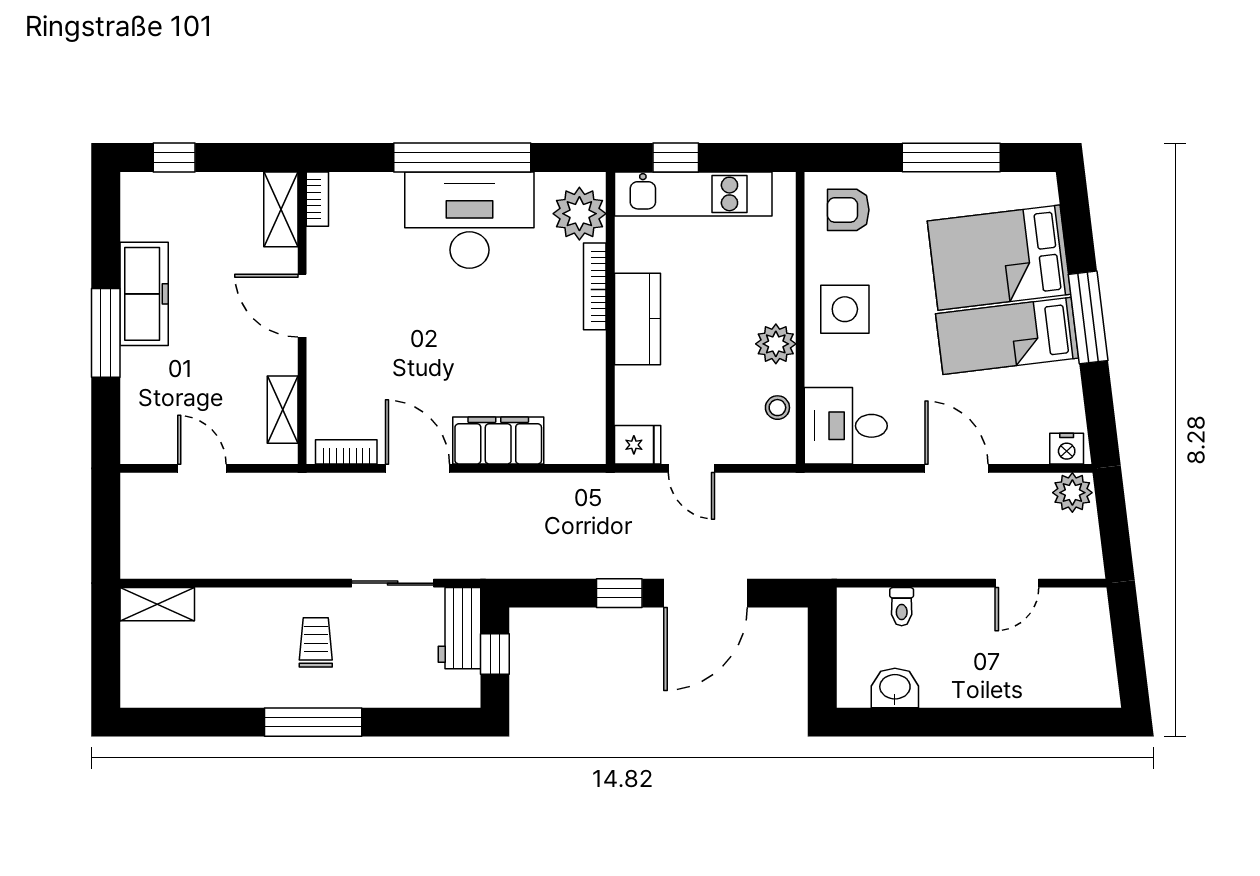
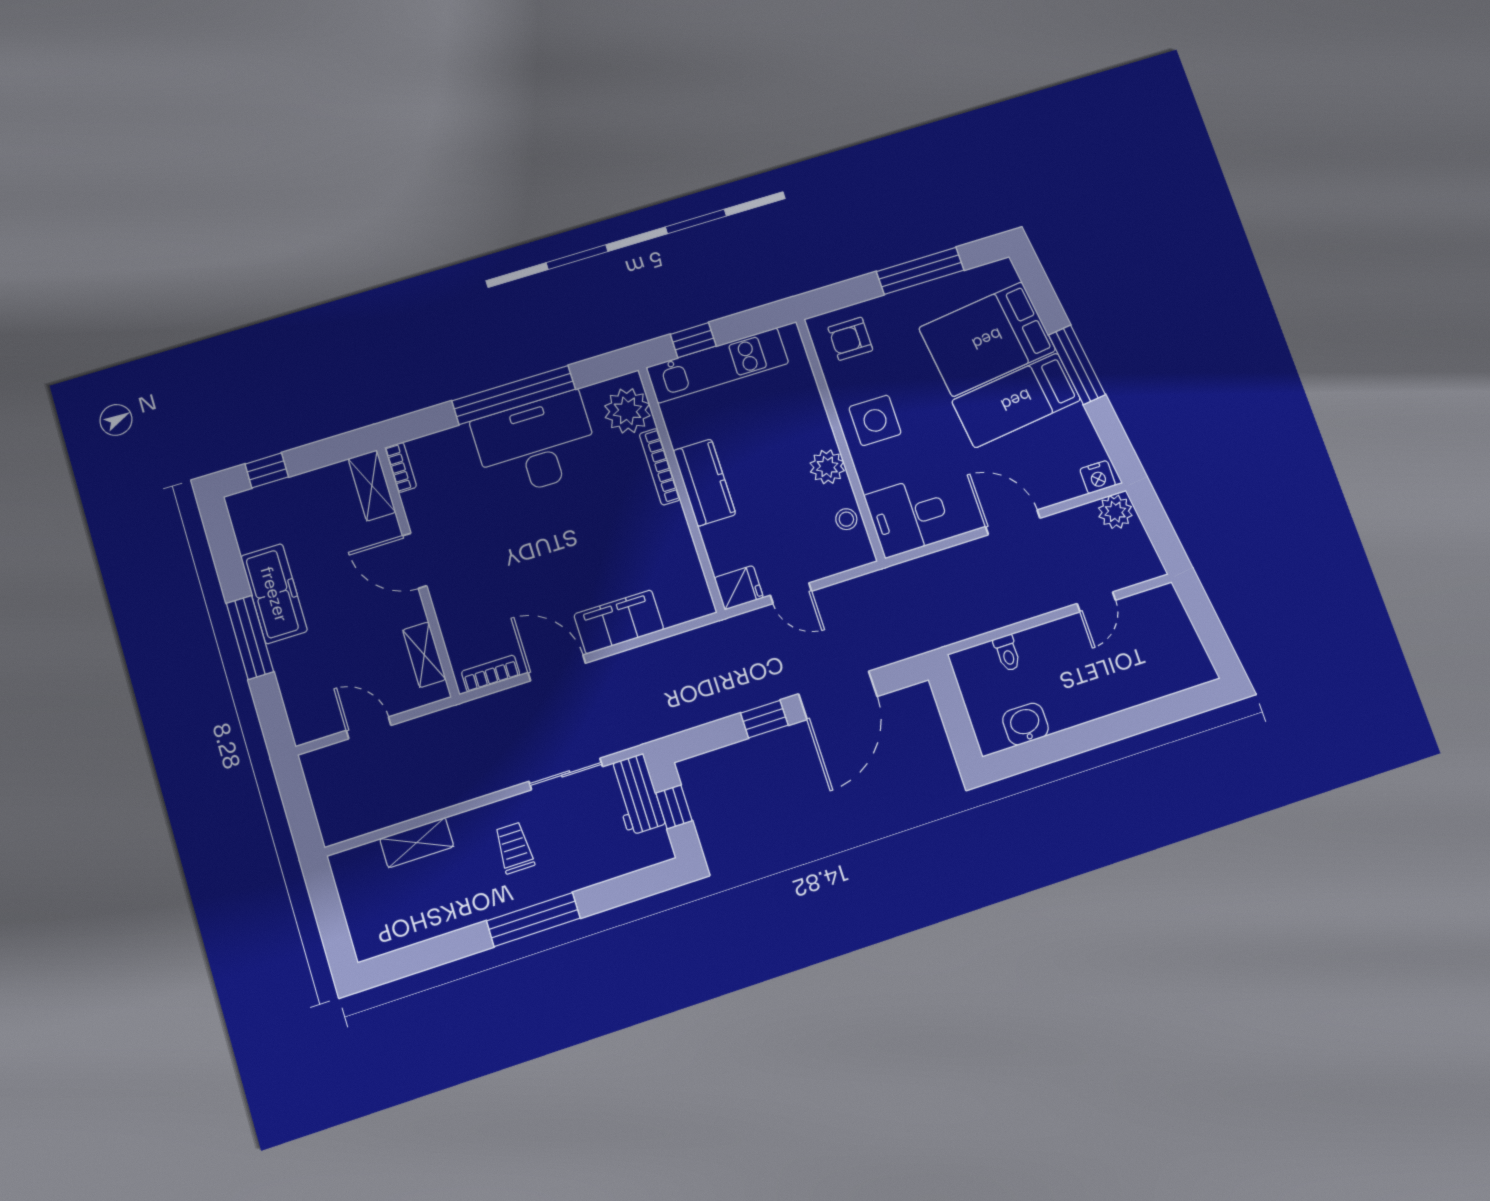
shelving: (157, 604) -> (417, 843), moved

